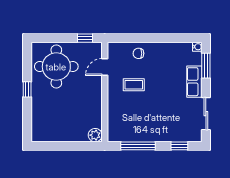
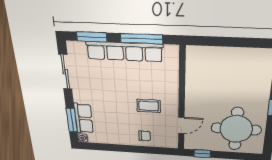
row of seats: (194, 82) -> (84, 118), moved
row of seats: (153, 134) -> (125, 52), added
plant: (95, 135) -> (194, 53), removed
window: (179, 146) -> (92, 37), width x1.50

